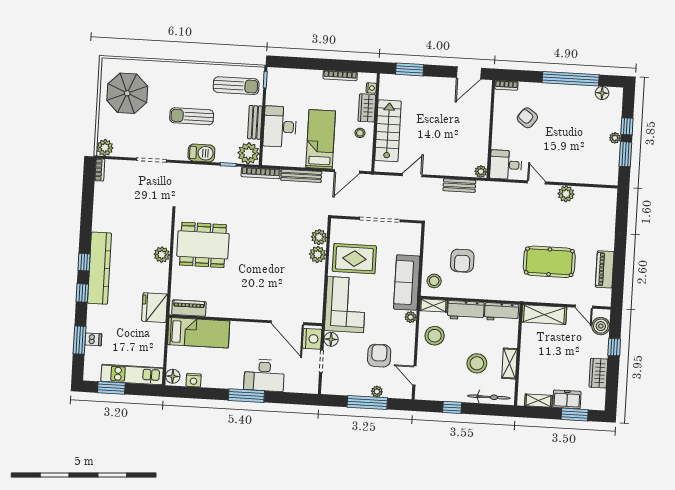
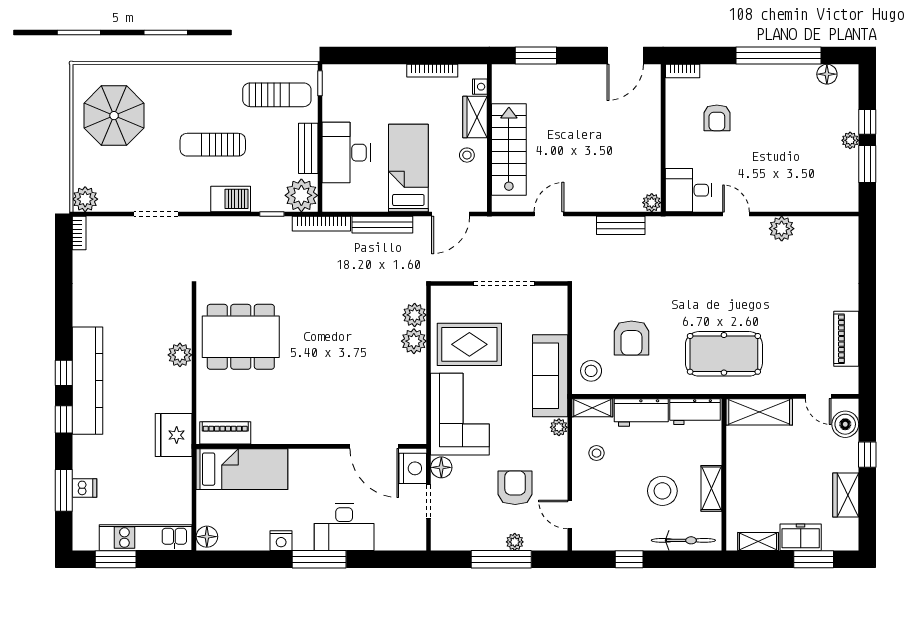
armchair: (527, 118) -> (717, 118), turned -127
pool table: (549, 262) -> (724, 354), moved
stool: (435, 336) -> (597, 453), width x0.53, depth x0.53
nightstand: (194, 380) -> (281, 541), moved

